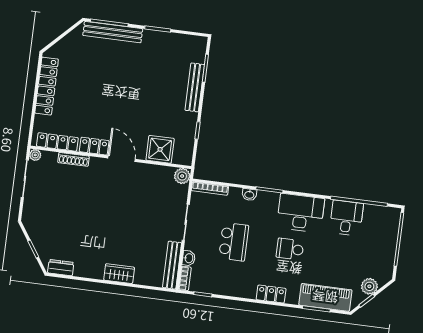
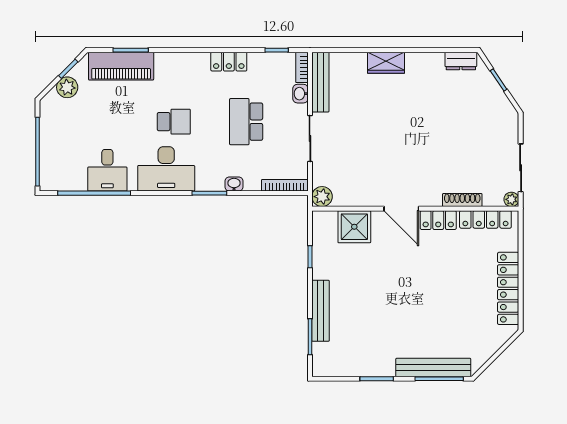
locker: (271, 294) -> (229, 62), moved

